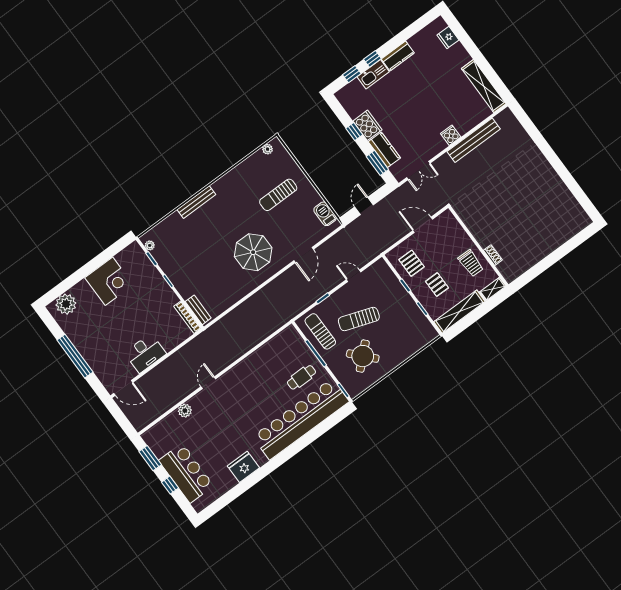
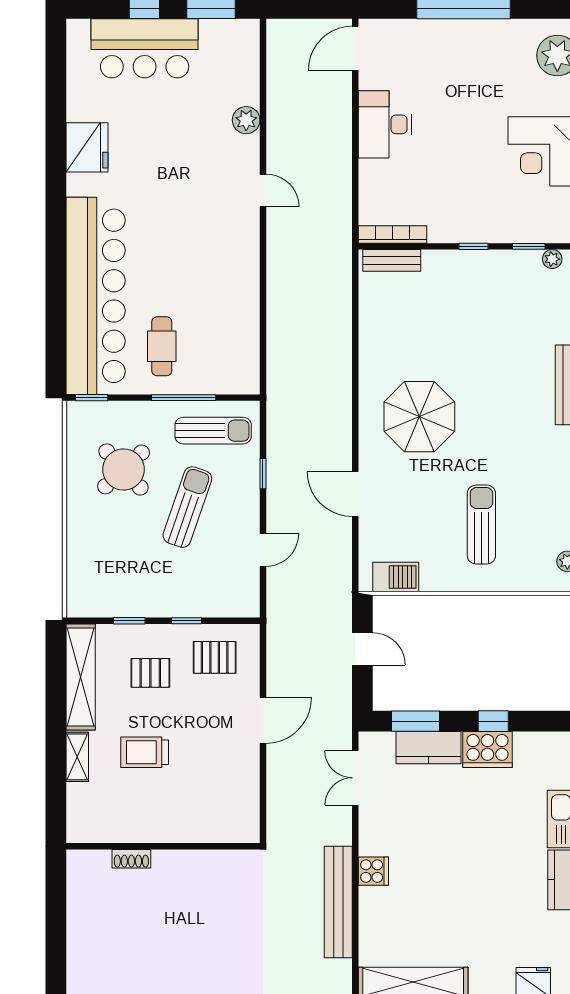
wall: (478, 246) -> (163, 846), moved
shoe rack: (493, 255) -> (131, 859), moved

